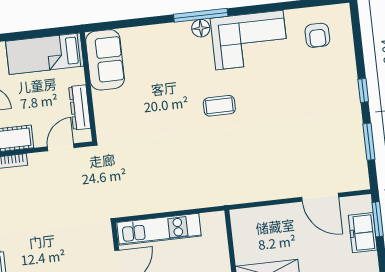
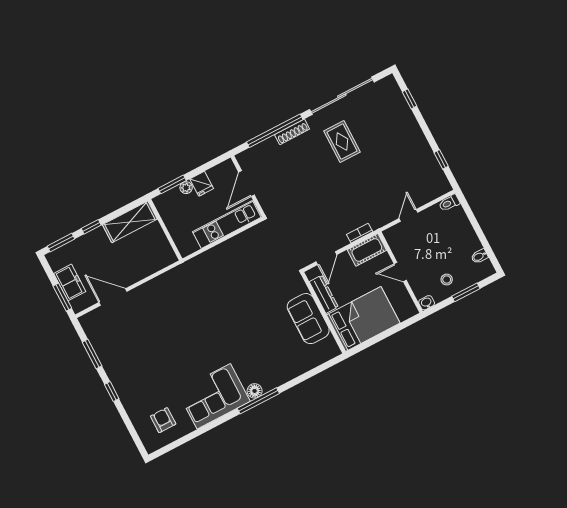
bed: (45, 54) -> (363, 319), width x1.50
sofa: (105, 60) -> (308, 319), moved
coffee table: (219, 106) -> (217, 337), removed

